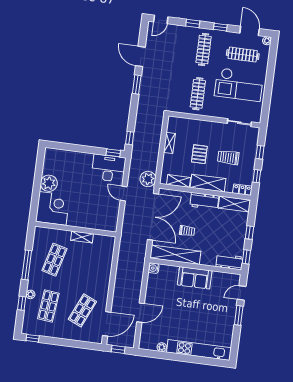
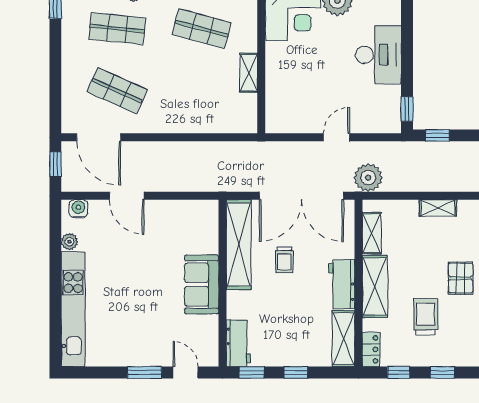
pallet: (199, 154) -> (461, 278), moved, turned 90
desk: (109, 168) -> (378, 55), moved
water cooler: (154, 268) -> (78, 209), moved

